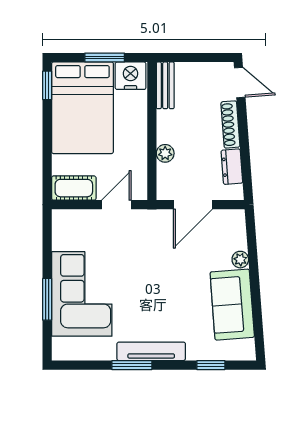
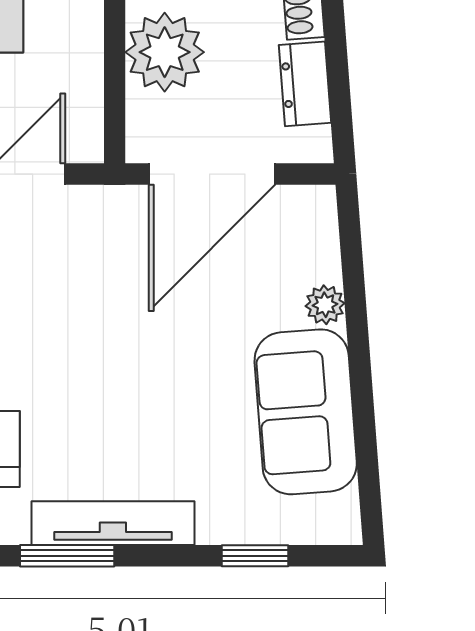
plant: (165, 153) -> (165, 52), width x1.88, depth x1.88
door: (193, 205) -> (212, 174), width x1.36

